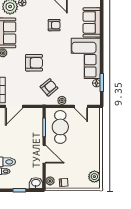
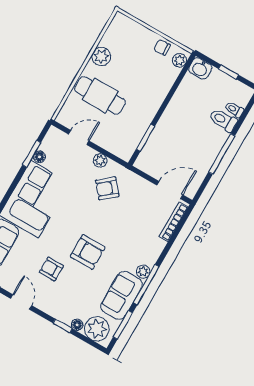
armchair: (34, 63) -> (88, 252), moved, turned 180
door: (81, 106) -> (79, 138), hinge flipped
cafe table: (60, 127) -> (100, 96), moved, turned 90
door: (44, 154) -> (166, 102), removed
plant: (94, 177) -> (101, 57), moved

